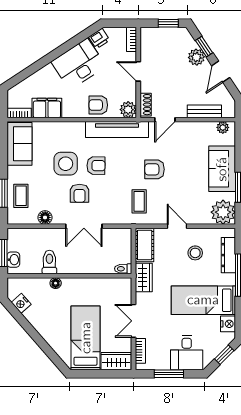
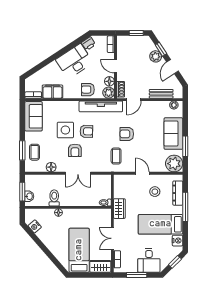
floor lamp: (129, 93) -> (109, 81), added
cot: (145, 245) -> (120, 186), removed

